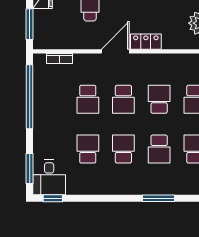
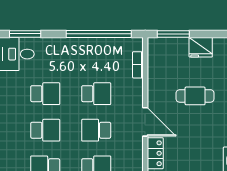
school desk: (88, 99) -> (96, 94), turned 180

